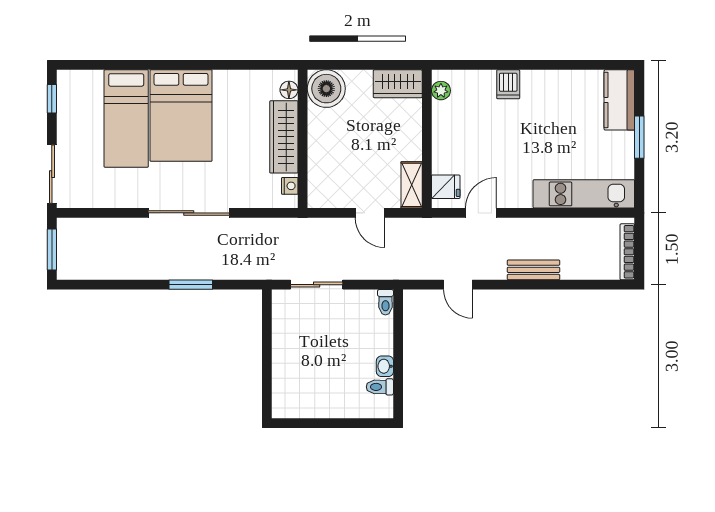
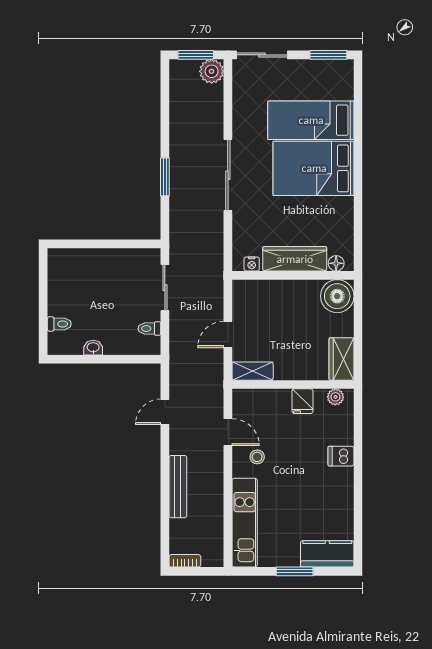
window: (52, 99) -> (328, 55), width x1.50
stool: (509, 180) -> (257, 457), added
fridge: (446, 187) -> (303, 401), moved
plant: (71, 232) -> (212, 71), added
bookcase: (627, 252) -> (185, 561), width x0.64
bench: (533, 270) -> (178, 487), width x1.36
toilet: (385, 302) -> (149, 329), moved
toilet: (380, 387) -> (59, 324), moved, turned 90

